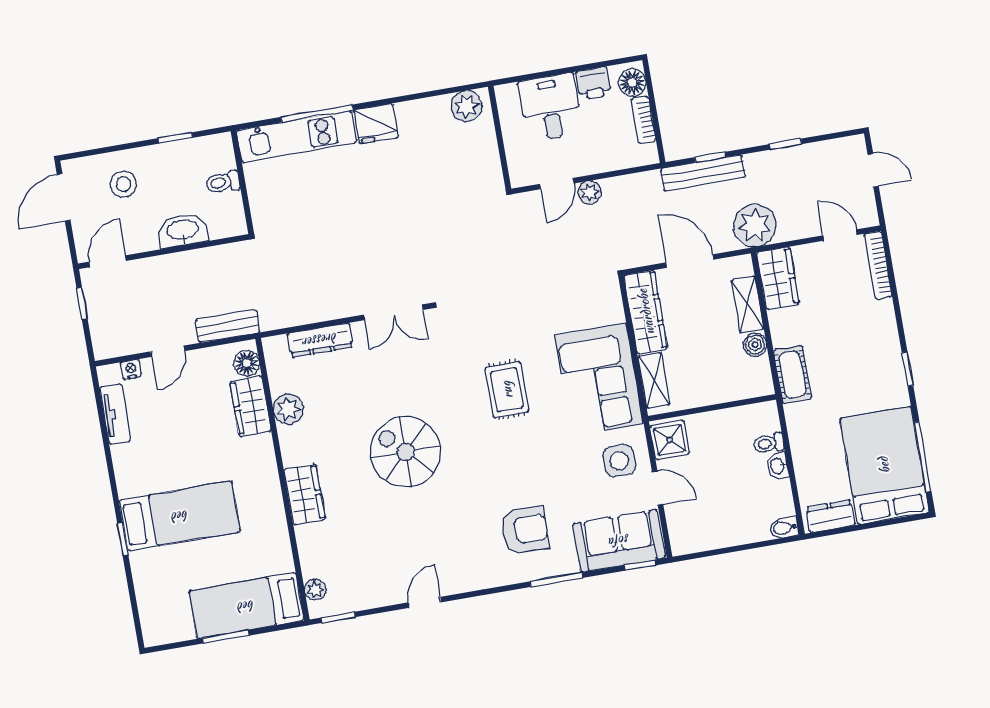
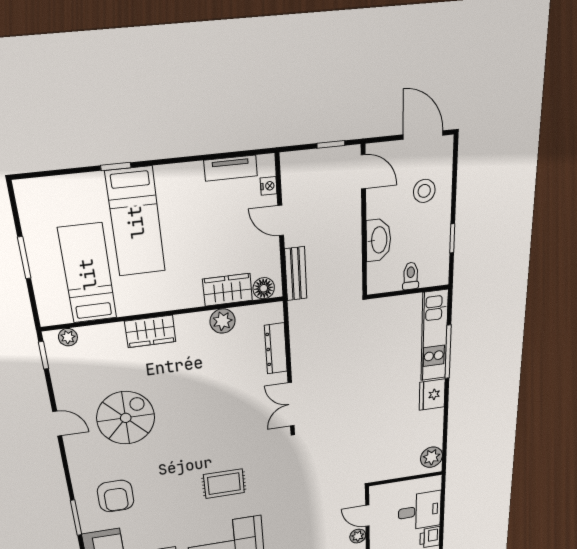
spiral stairs: (406, 452) -> (126, 418), moved
bed: (246, 606) -> (88, 274), moved

